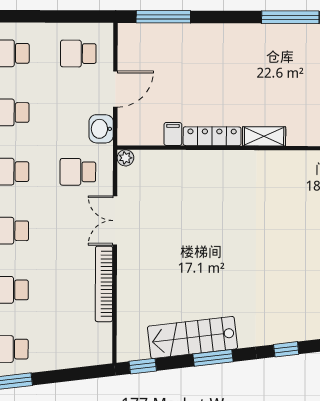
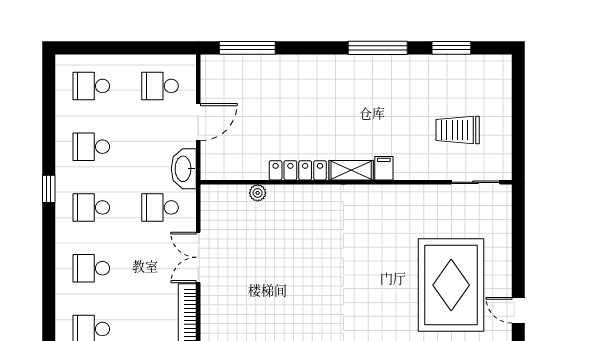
washbasin: (101, 129) -> (184, 169), width x1.38
filing cabinet: (173, 134) -> (384, 168), moved
plant: (125, 158) -> (258, 193), moved

